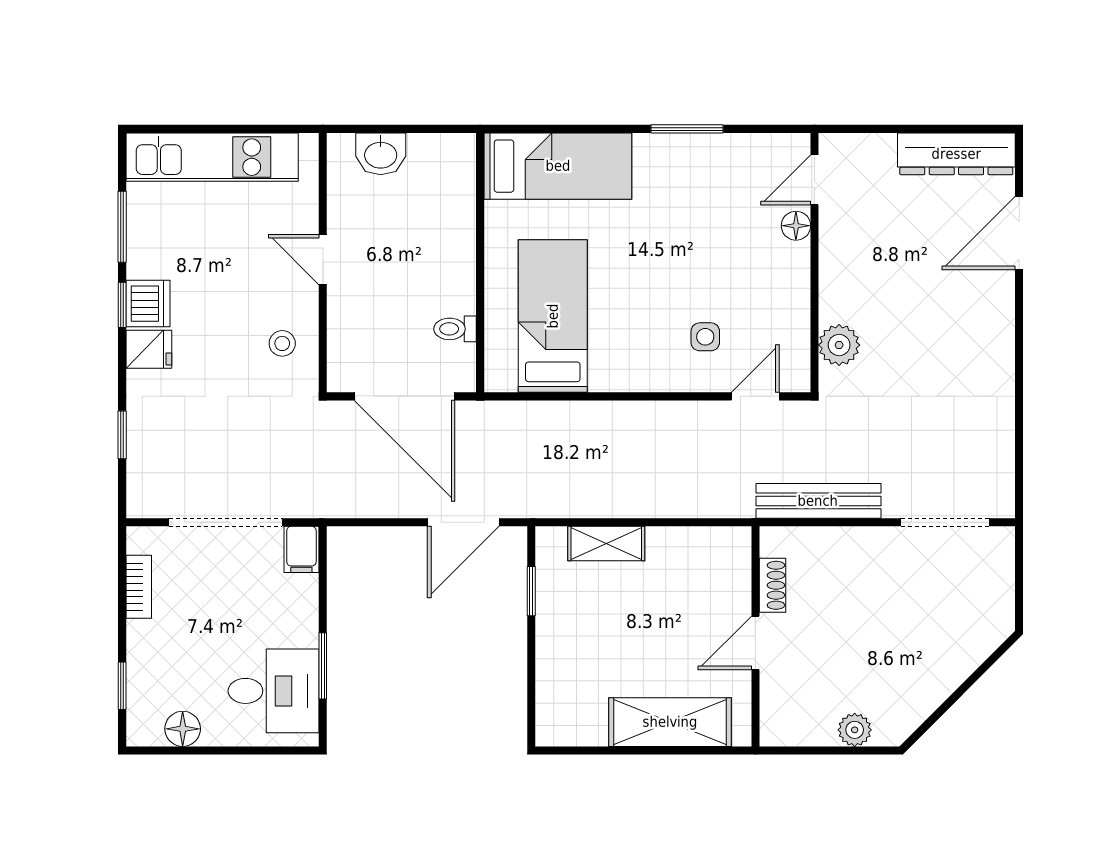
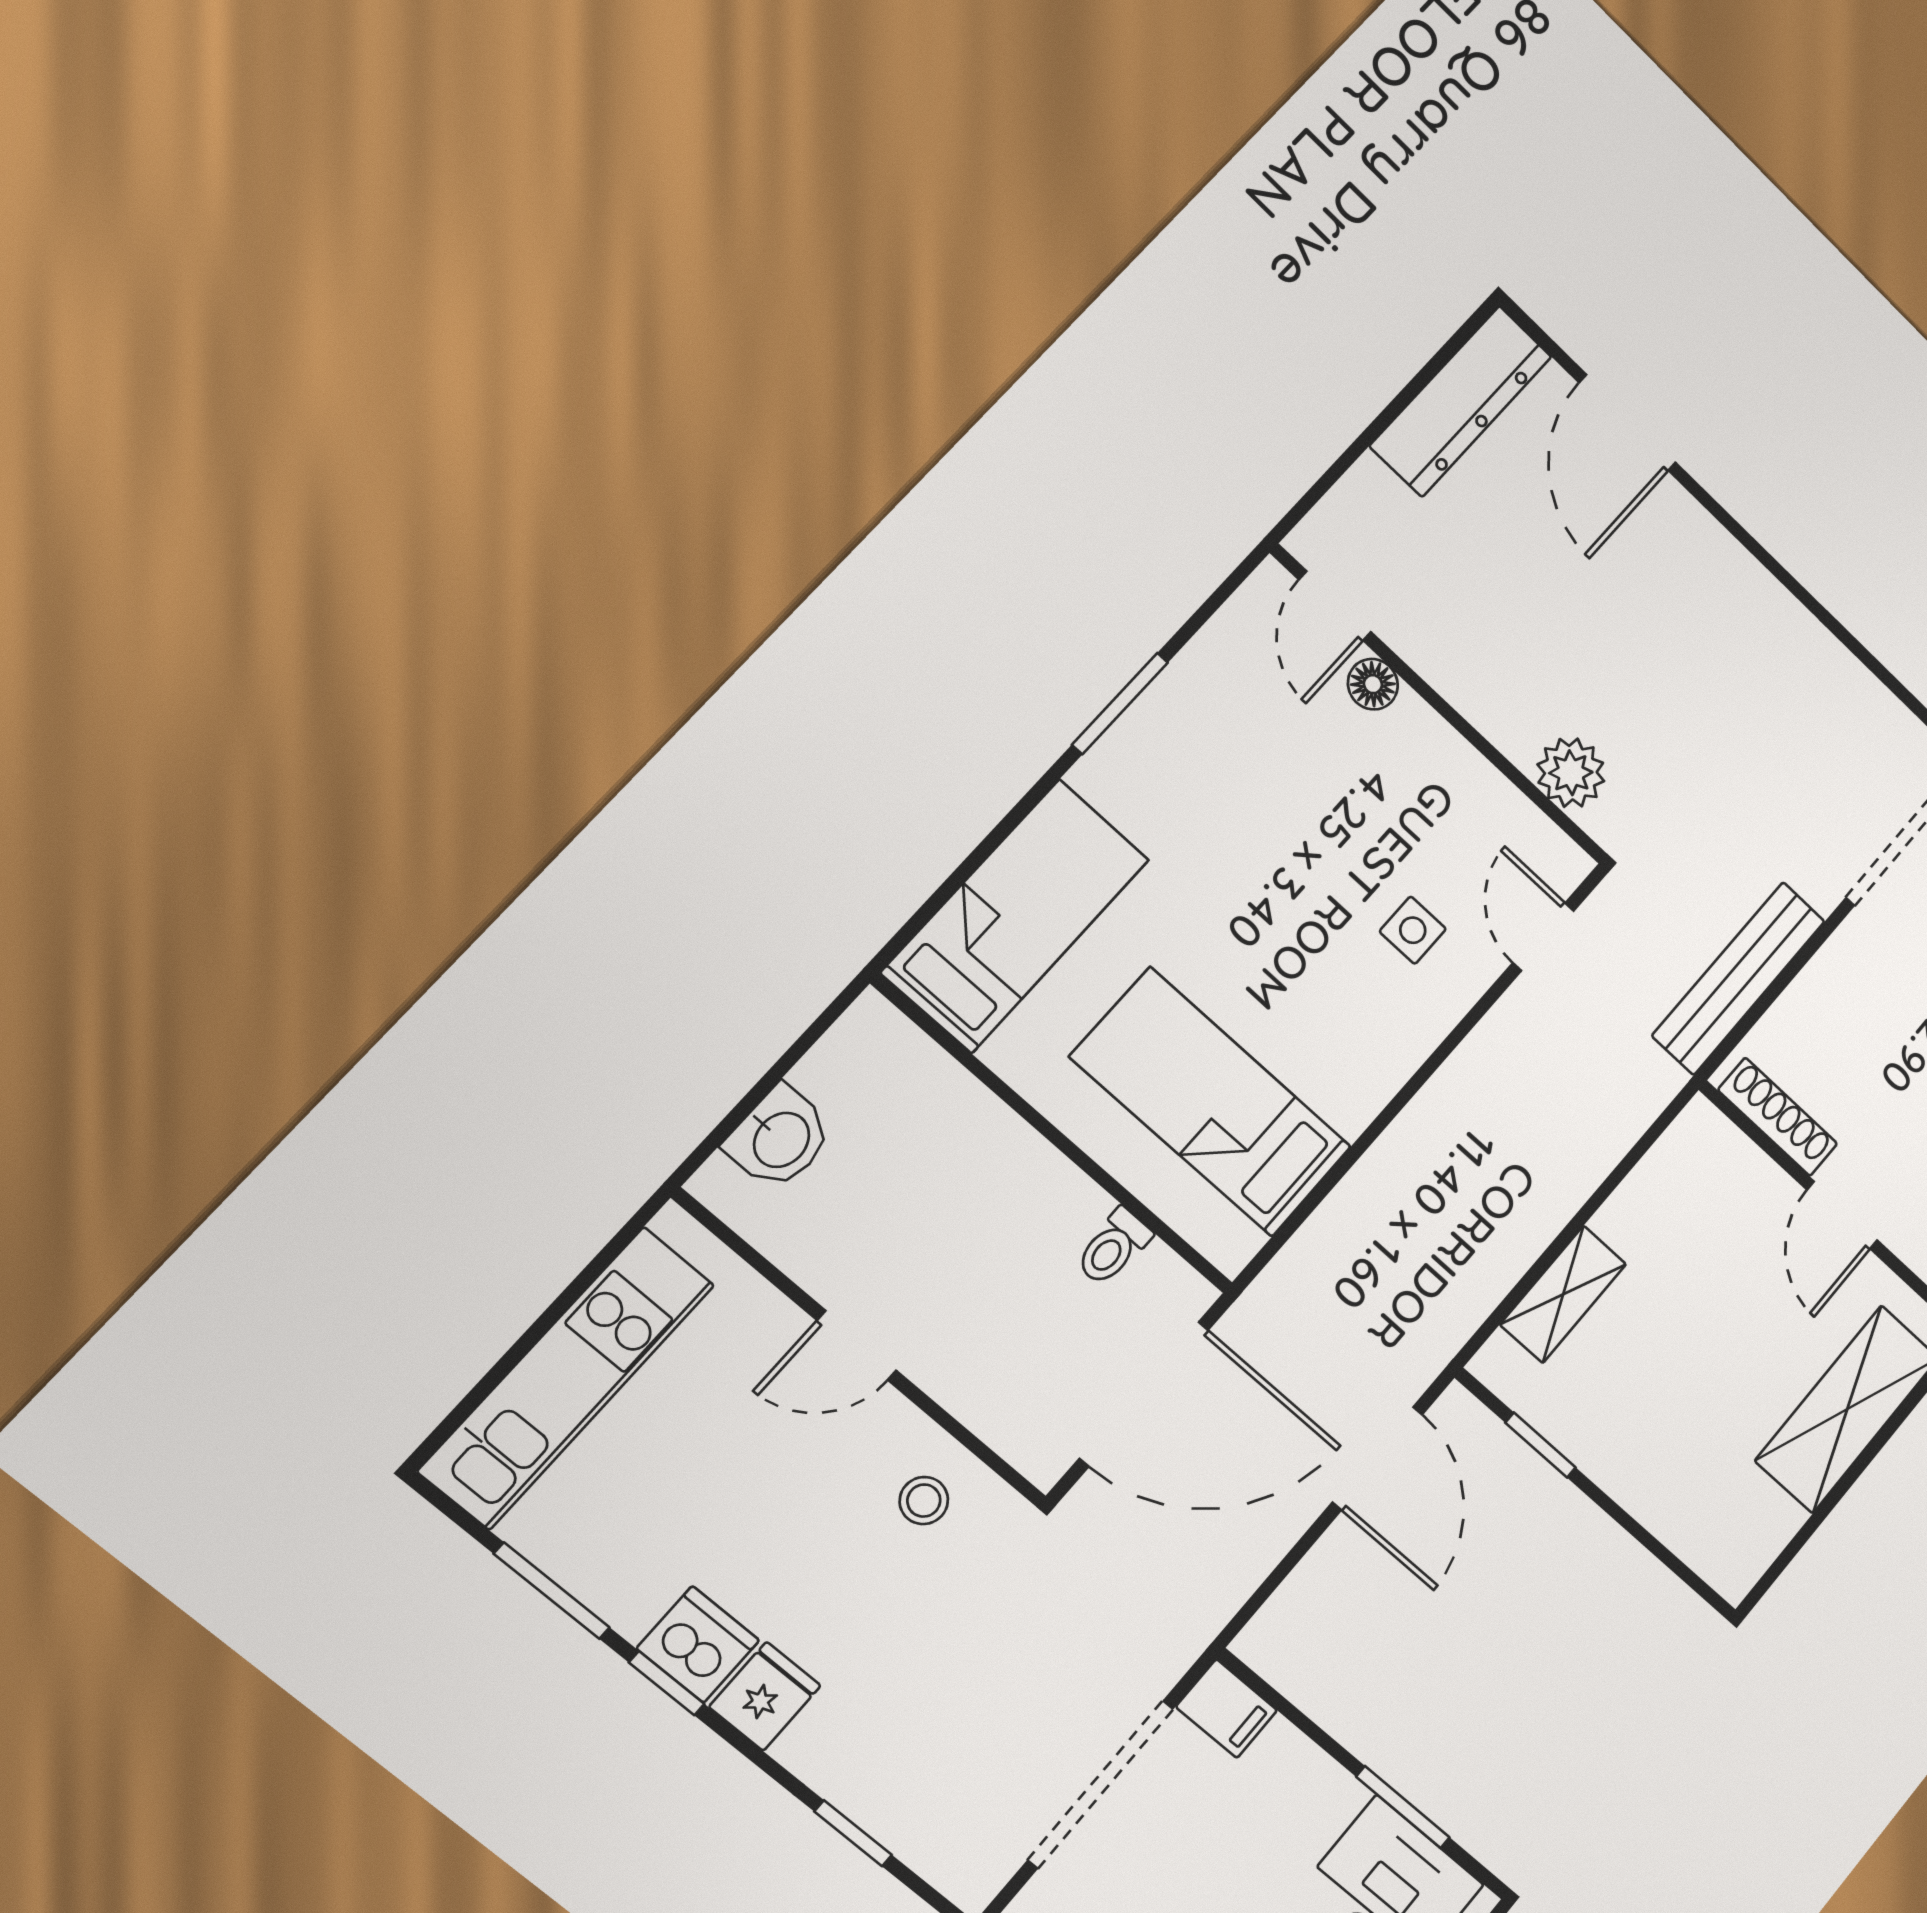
shoe rack: (773, 585) -> (1778, 1117), width x1.43

